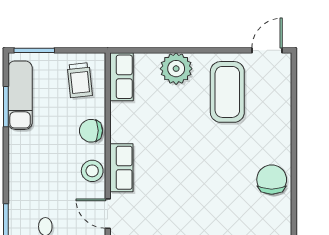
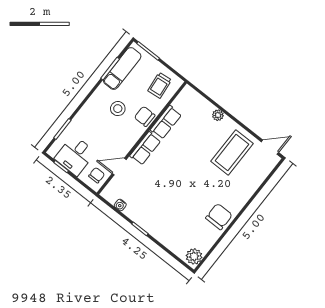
plant: (176, 69) -> (218, 115), width x0.53, depth x0.53
row of seats: (121, 77) -> (166, 122), moved
stool: (92, 171) -> (118, 109), moved
door: (108, 214) -> (119, 167), hinge flipped

